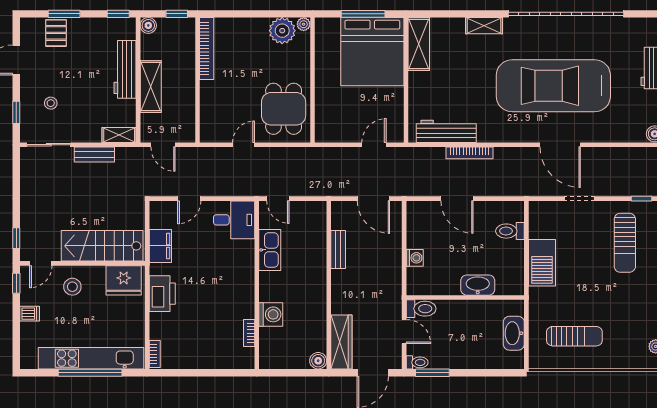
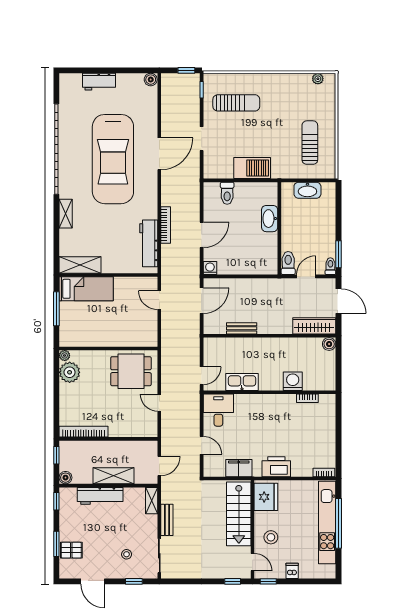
bed: (372, 52) -> (86, 289), width x0.49
washing machine: (415, 258) -> (210, 268), moved

